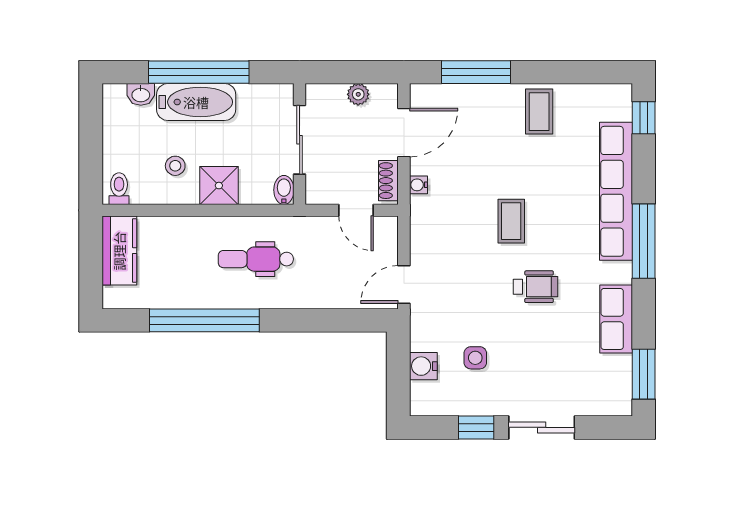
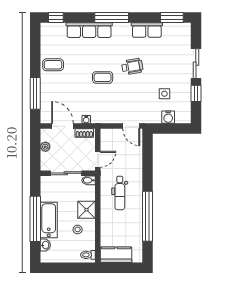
row of seats: (616, 191) -> (89, 30), width x0.73
door: (356, 210) -> (98, 159), moved
wheelchair: (536, 287) -> (132, 66), turned 80

